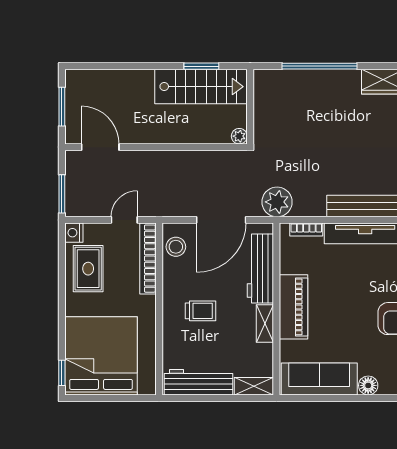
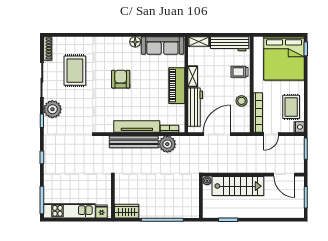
stairs: (201, 87) -> (238, 186), moved, turned 180
plant: (277, 202) -> (167, 144), moved
stool: (176, 247) -> (242, 101), moved
trolley: (200, 311) -> (240, 72), moved

